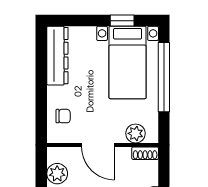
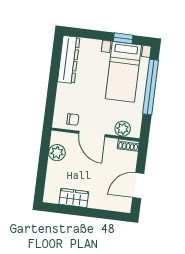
chair: (63, 116) -> (73, 119), moved

